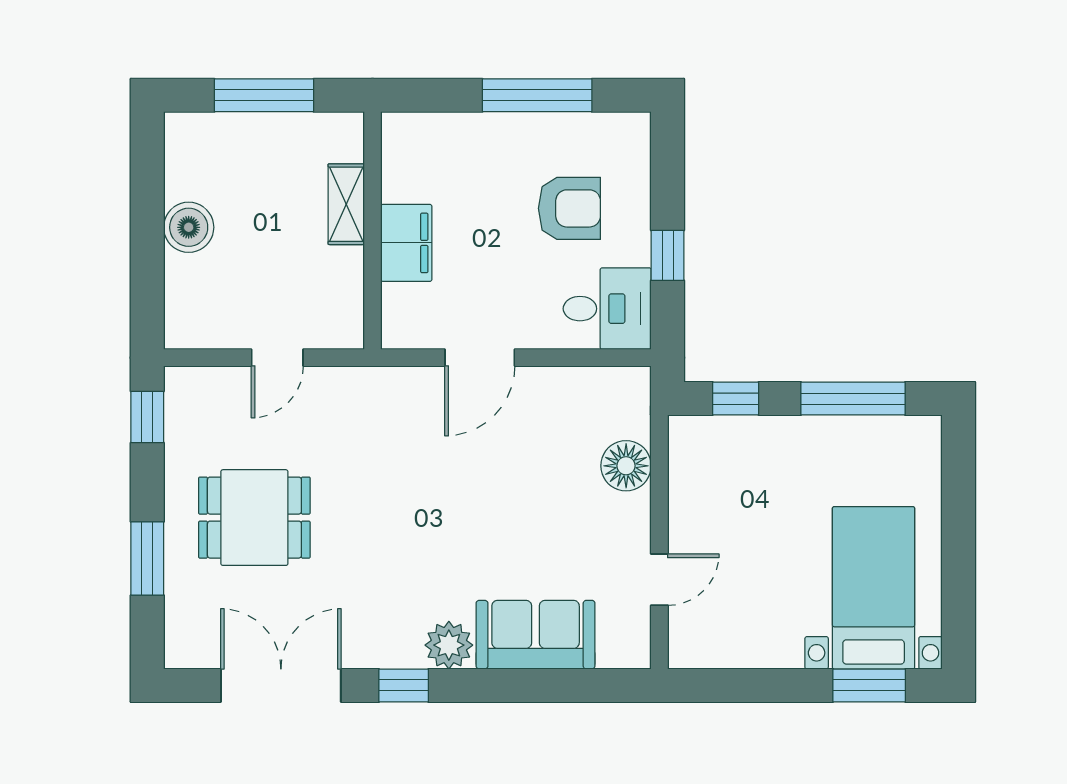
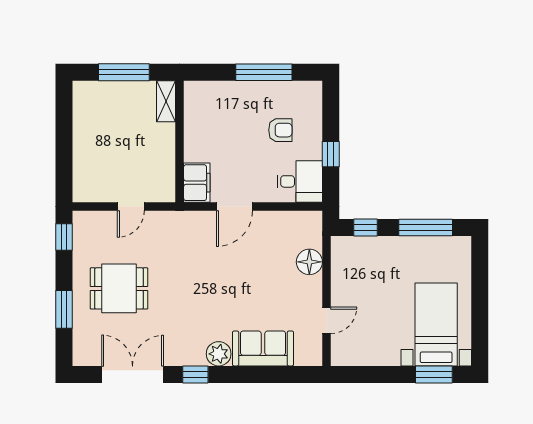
shelving: (346, 204) -> (166, 101), moved
armchair: (569, 208) -> (280, 130), width x0.72, depth x0.72
boiler: (189, 227) -> (85, 140), removed
filing cabinet: (406, 243) -> (197, 183), moved

